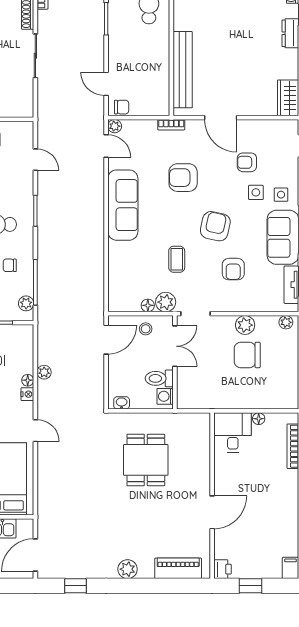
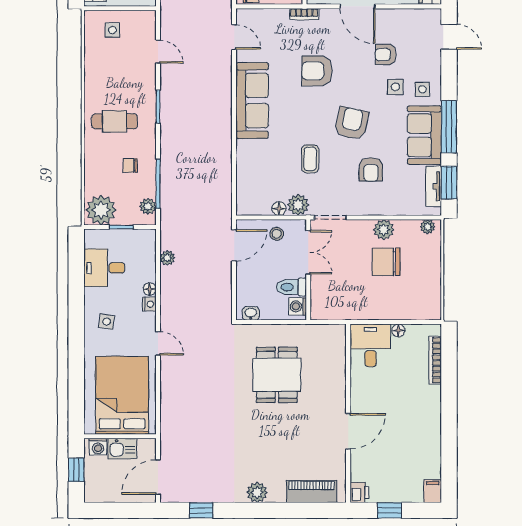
plant: (115, 126) -> (243, 16), removed
plant: (44, 372) -> (167, 258), moved

